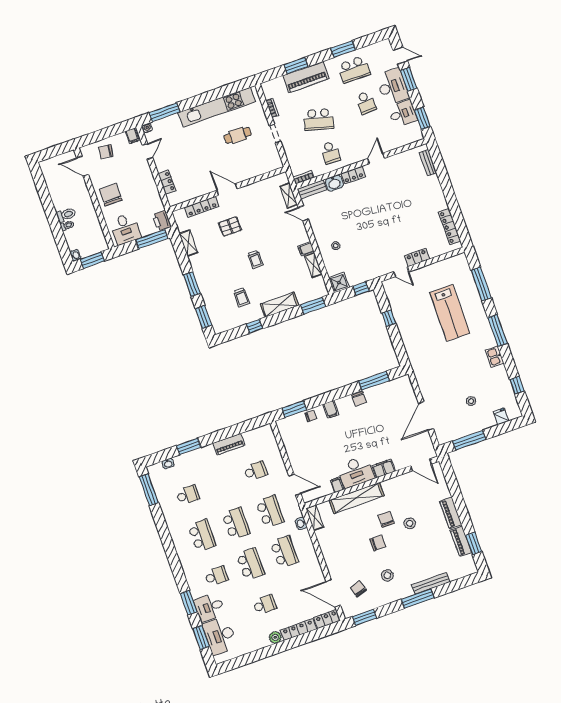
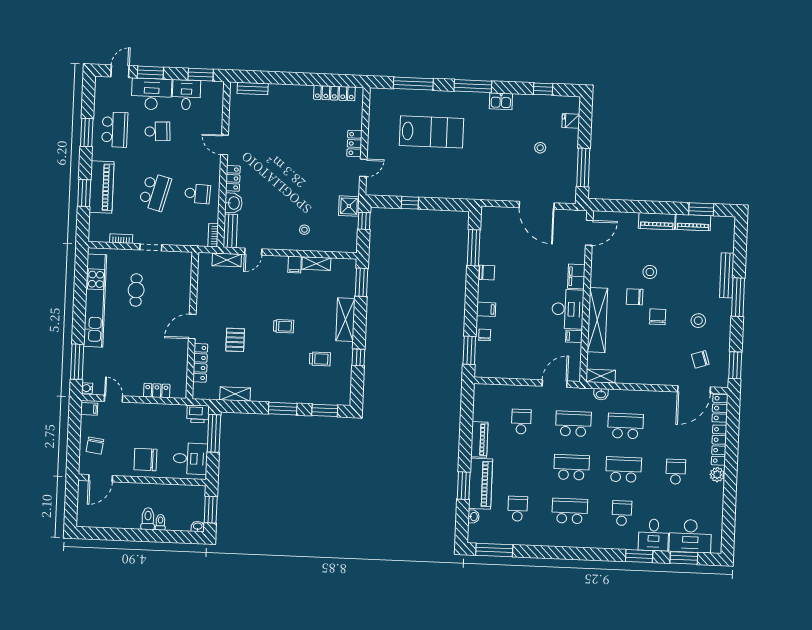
shower: (339, 283) -> (349, 206), moved
piano: (195, 459) -> (481, 484), added

